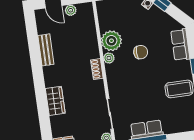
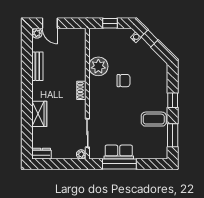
plant: (71, 10) -> (37, 33), moved
row of seats: (180, 45) -> (161, 79), removed
plant: (109, 58) -> (94, 82), removed

